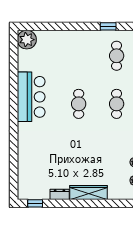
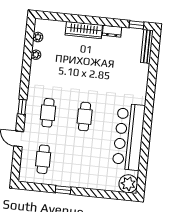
window: (108, 26) -> (63, 190), moved
bar counter: (31, 97) -> (129, 137), width x1.36
bench: (22, 182) -> (147, 46), added

